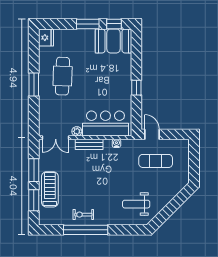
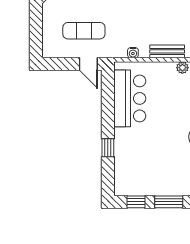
booth: (114, 41) -> (137, 181), removed
window: (136, 88) -> (108, 148), moved
bar counter: (105, 124) -> (130, 98), moved, turned -90

